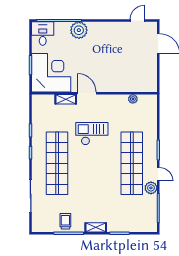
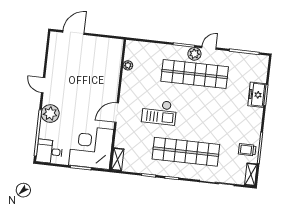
door: (137, 21) -> (43, 85), moved
shelving: (66, 99) -> (118, 159), moved
checkout: (92, 134) -> (159, 112), turned -90
plant: (151, 188) -> (194, 54), moved
freezer: (119, 225) -> (257, 95), added
shelving: (96, 227) -> (251, 174), moved

